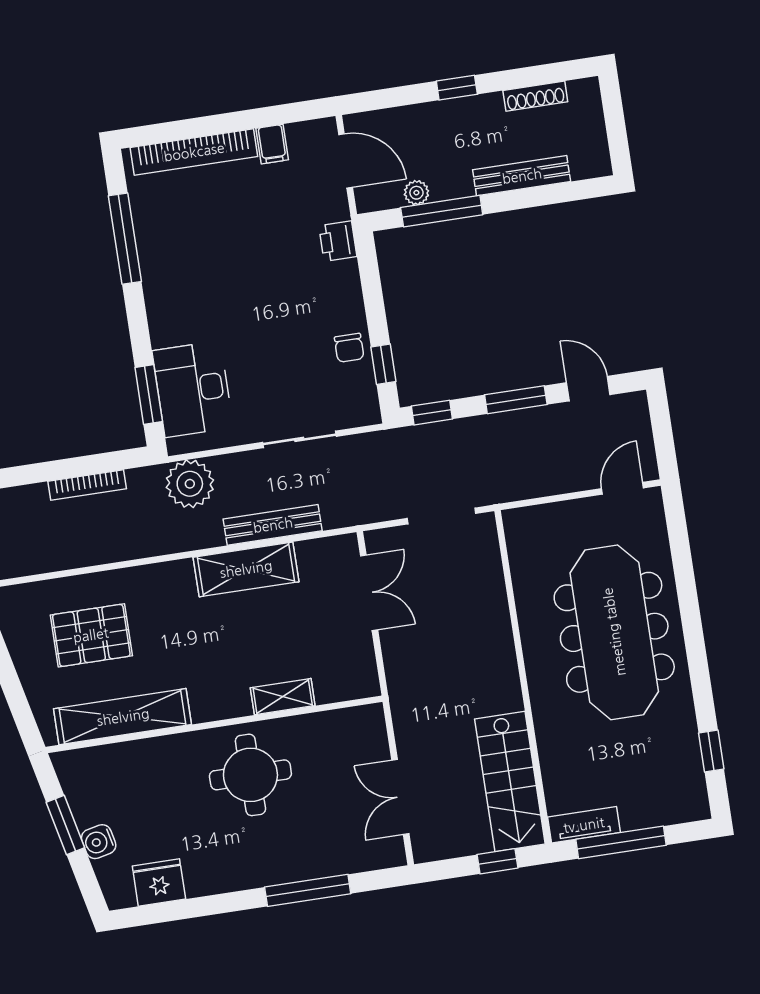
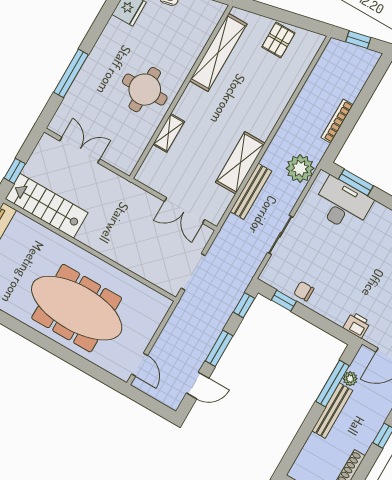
bench: (522, 176) -> (332, 411), moved
pallet: (91, 635) -> (278, 40), moved, width x0.67, depth x0.71

